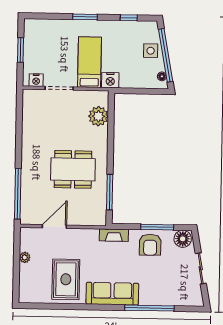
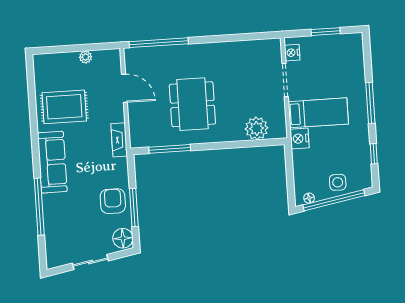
window: (85, 17) -> (370, 103), width x1.44
fireplace: (114, 235) -> (119, 140), moved
armchair: (150, 245) -> (113, 201), turned 90

